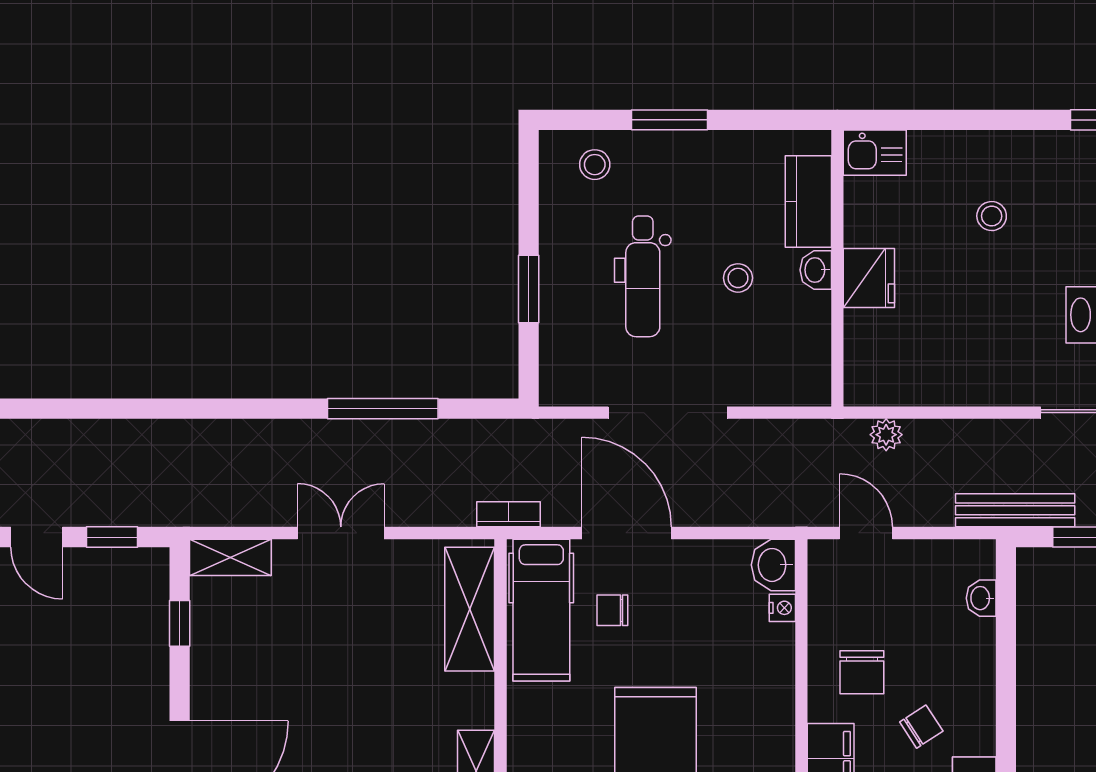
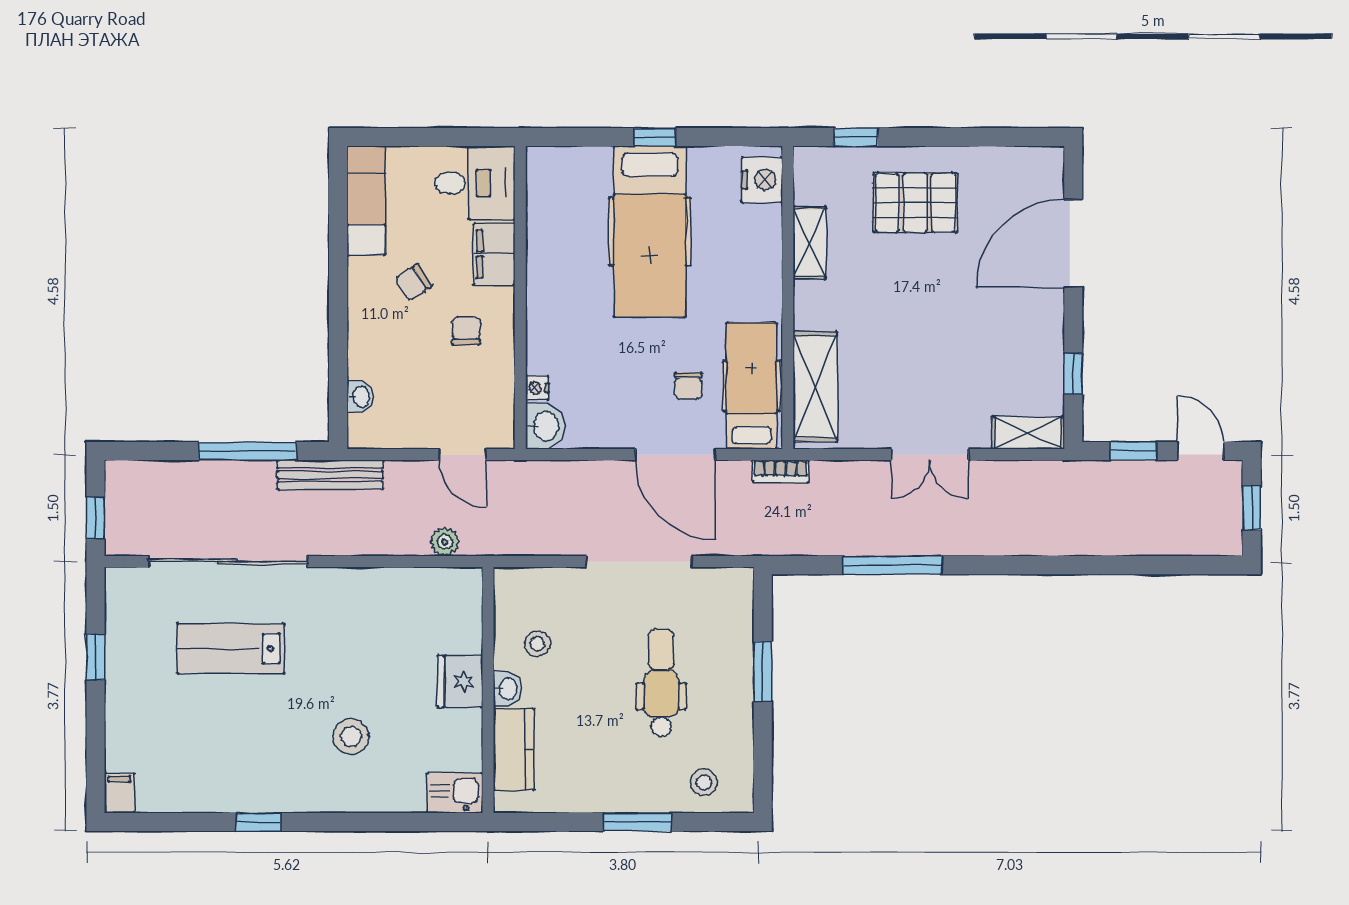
stool: (992, 216) -> (351, 737), width x1.37, depth x1.37
stool: (738, 278) -> (537, 644), moved
chair: (612, 610) -> (688, 386), turned 90
chair: (862, 672) -> (466, 331), width x0.73, depth x0.73

